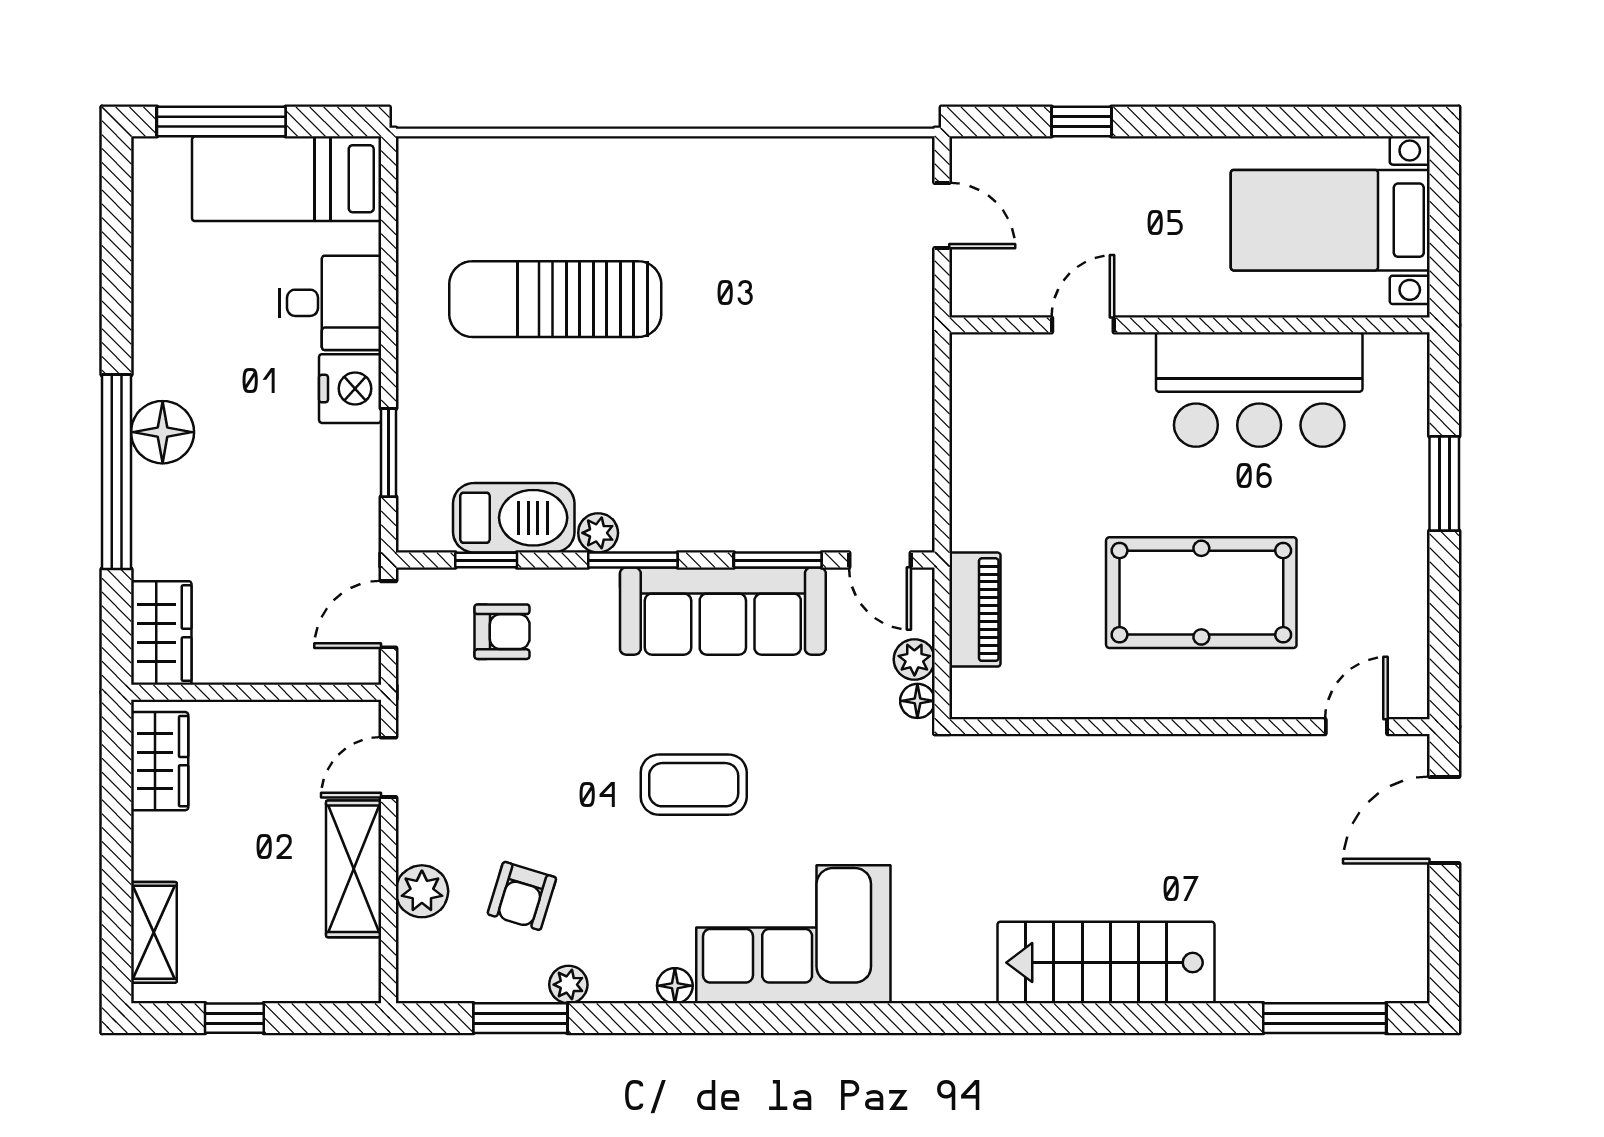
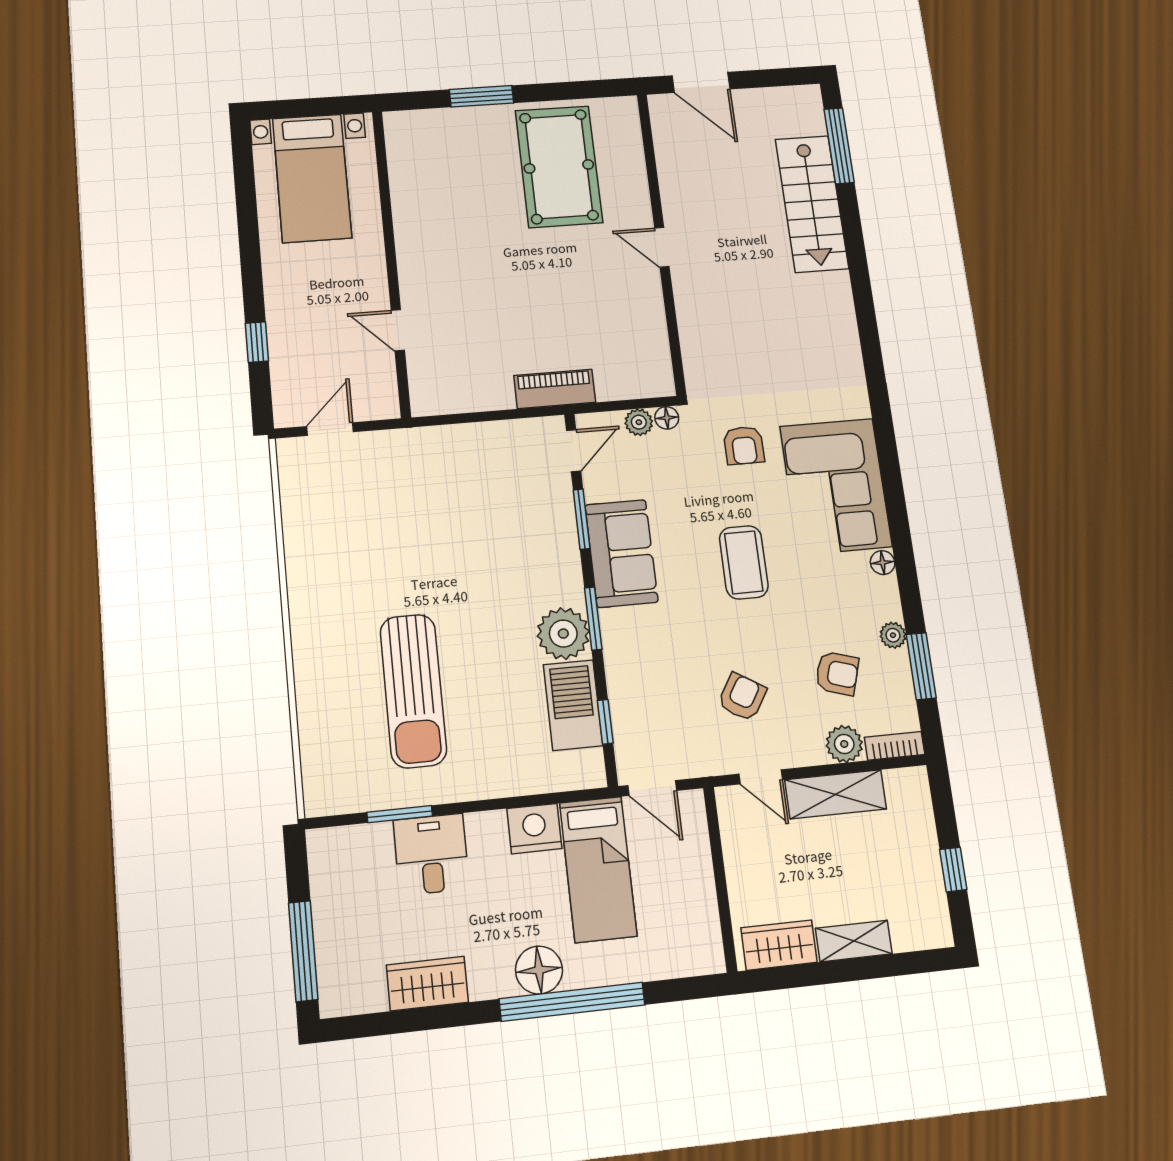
bed: (287, 179) -> (598, 869), moved
nightstand: (350, 389) -> (534, 829), moved
bar counter: (1259, 390) -> (431, 215), removed
window: (388, 453) -> (400, 814), moved
plant: (598, 533) -> (563, 634), width x1.88, depth x1.88
pool table: (1201, 593) -> (559, 166), moved
piano: (975, 610) -> (555, 389), moved
sofa: (723, 611) -> (621, 553), width x0.73
armchair: (502, 632) -> (742, 697), moved, turned 32
wardrobe: (161, 633) -> (427, 984), moved
door: (1356, 727) -> (662, 247), moved
armchair: (866, 808) -> (744, 445), added
shelving: (154, 932) -> (854, 941), moved
bookcase: (412, 962) -> (895, 746), added
stairs: (1106, 963) -> (812, 204), moved

